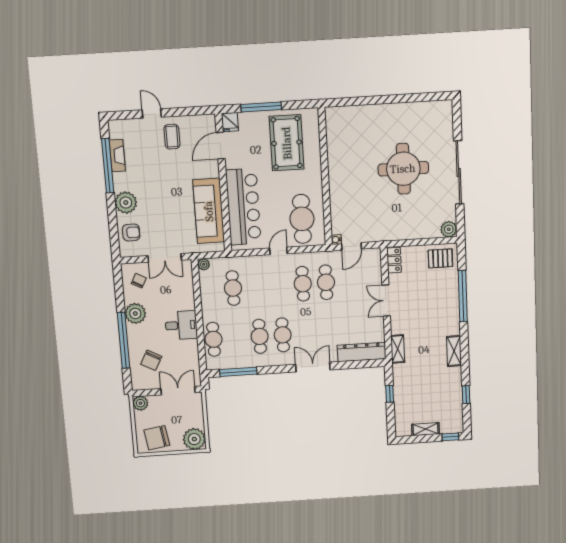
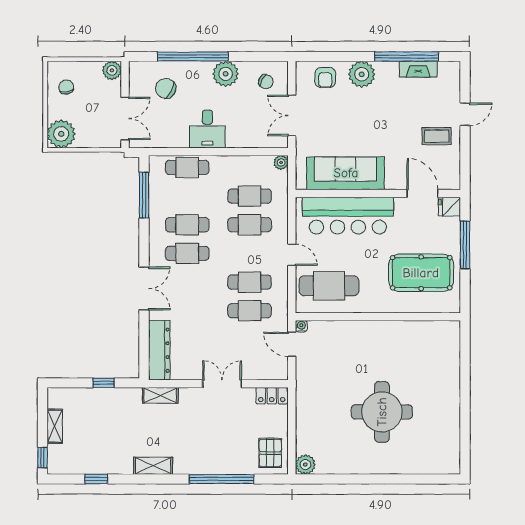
sliding door: (459, 172) -> (373, 479), removed
cafe table: (256, 287) -> (250, 225), added
chair: (157, 438) -> (66, 87), width x0.54, depth x0.54

